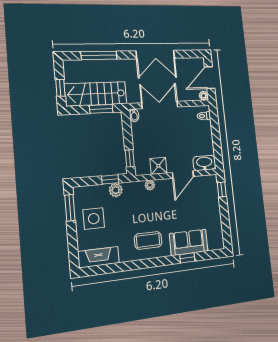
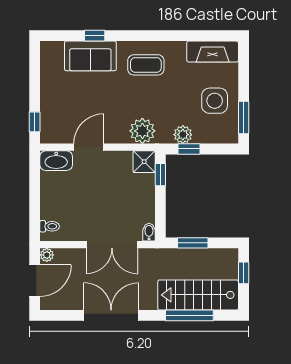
stairs: (96, 94) -> (198, 295), moved, turned 180
shower: (158, 166) -> (144, 162), moved
plant: (150, 185) -> (142, 131), width x1.88, depth x1.88

